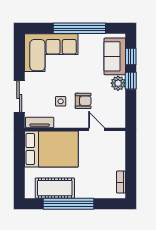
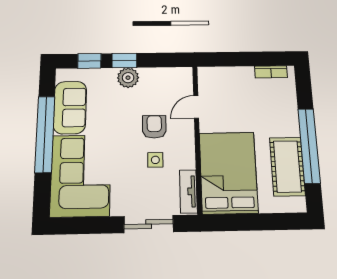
sofa: (115, 56) -> (70, 107), moved, turned -90

